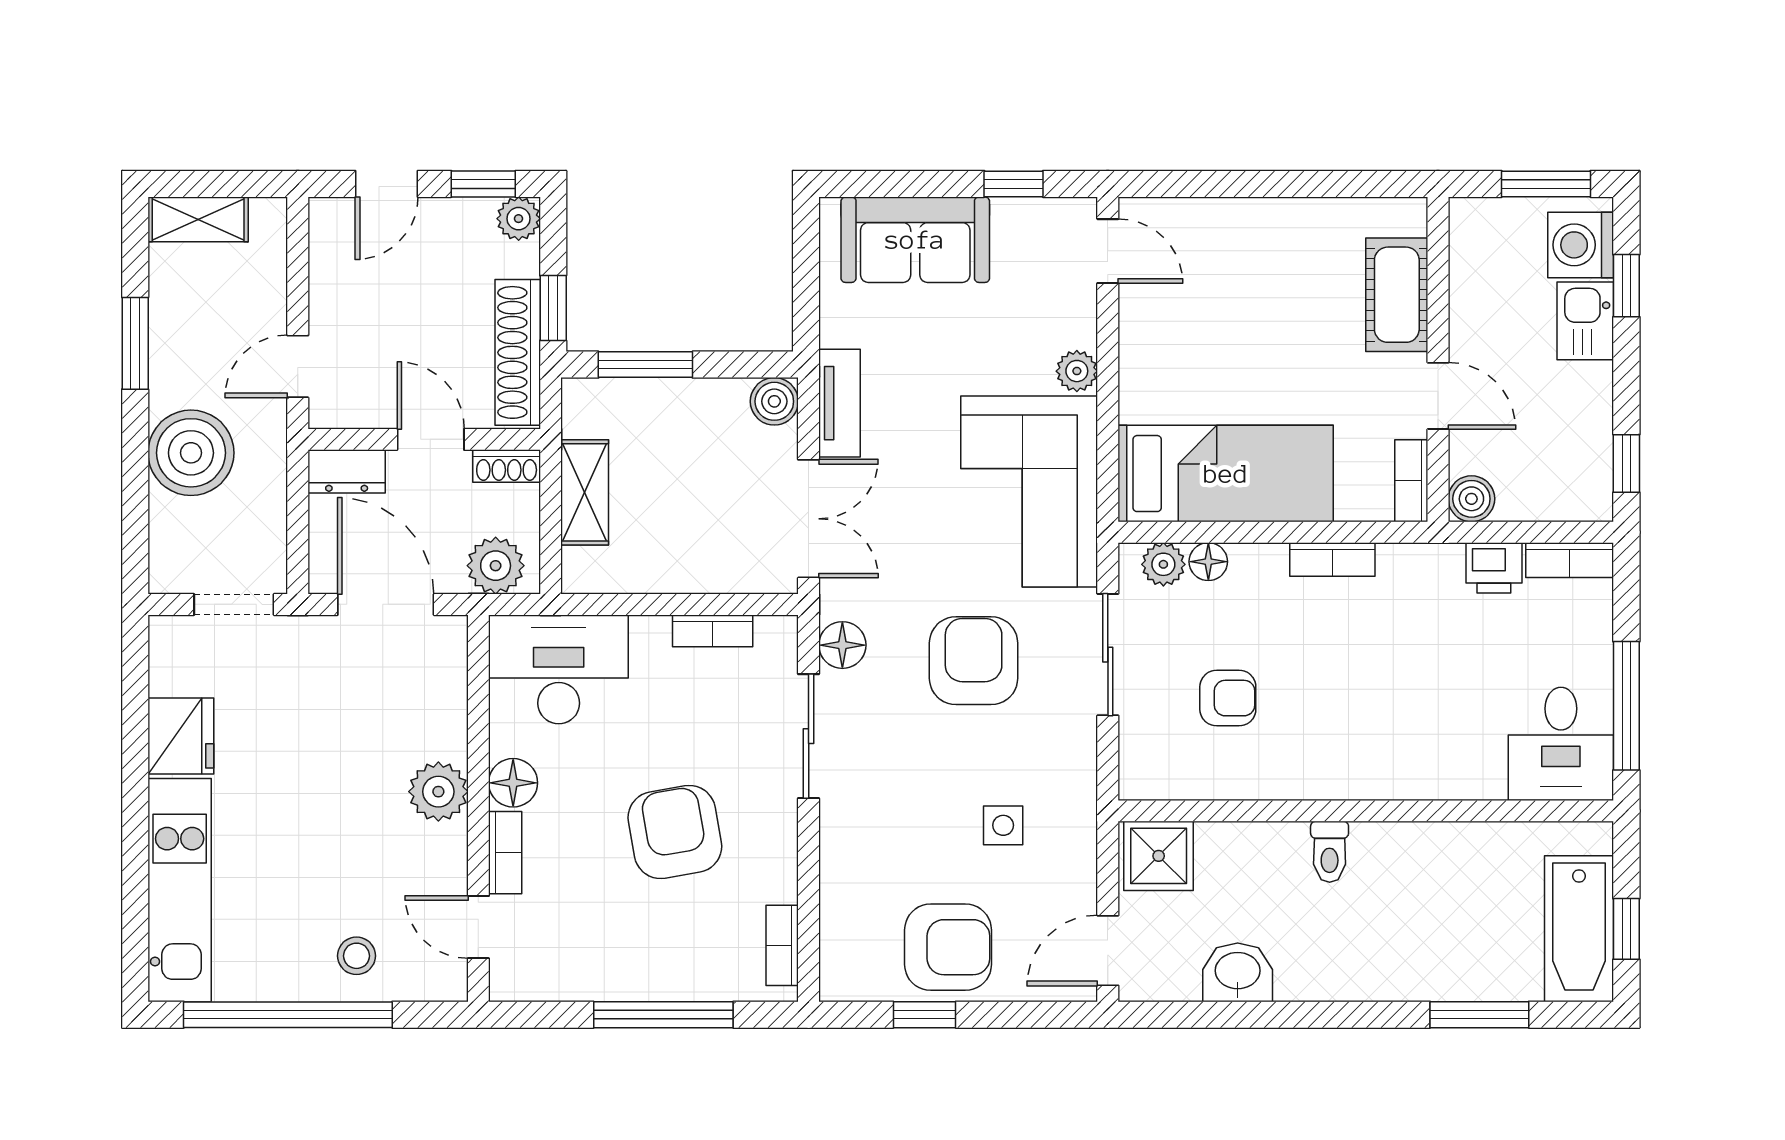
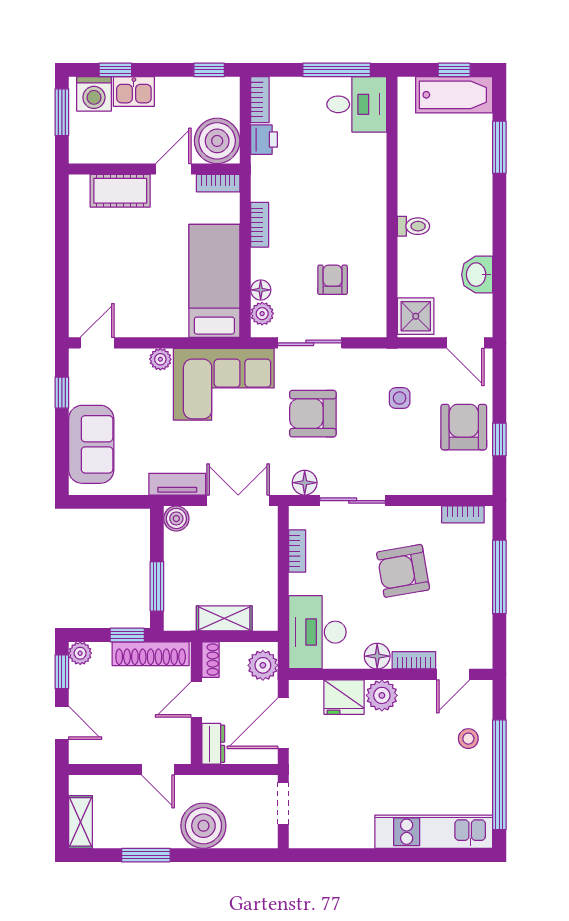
boiler: (1471, 499) -> (217, 141), width x1.86, depth x1.86
fridge: (181, 736) -> (344, 697), moved, turned 180

